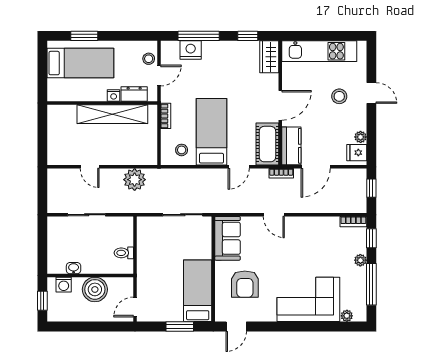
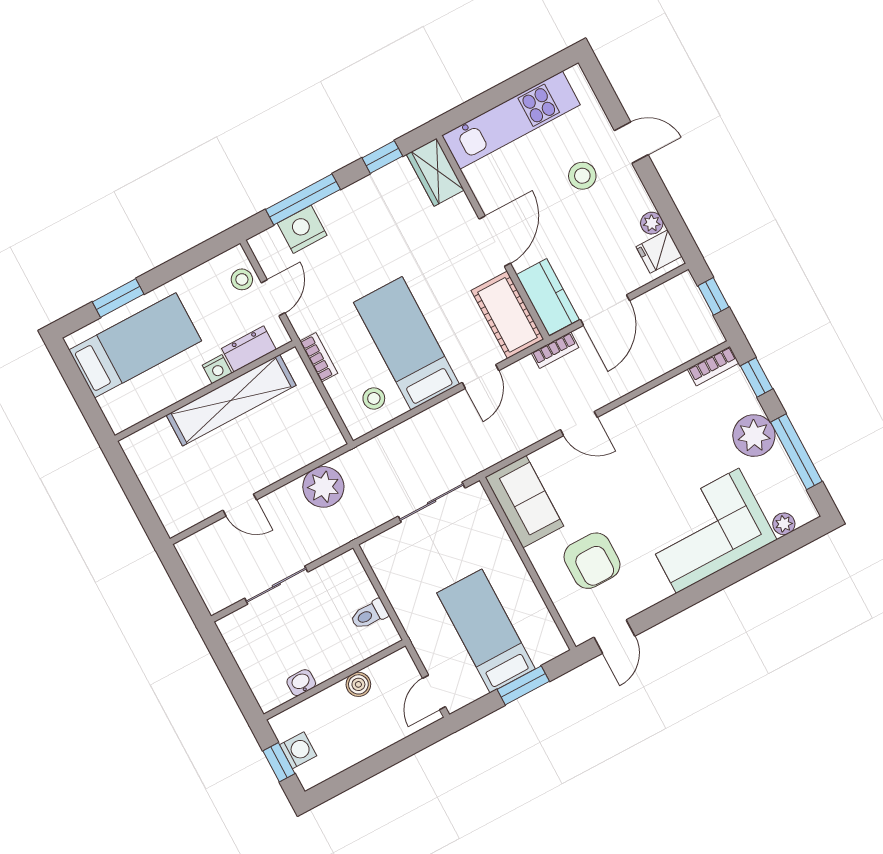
plant: (360, 260) -> (754, 436), width x1.87, depth x1.87
washing machine: (64, 285) -> (298, 750), moved, turned -90
boiler: (95, 289) -> (358, 684), width x0.54, depth x0.54
bed: (198, 291) -> (486, 631), moved

